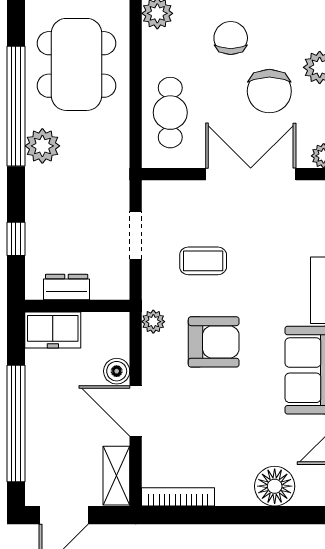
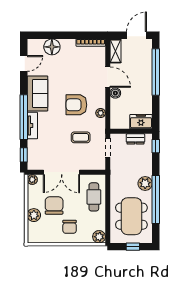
dresser: (67, 287) -> (135, 139), moved
wall: (77, 306) -> (131, 131), moved
freezer: (53, 330) -> (141, 122), moved

